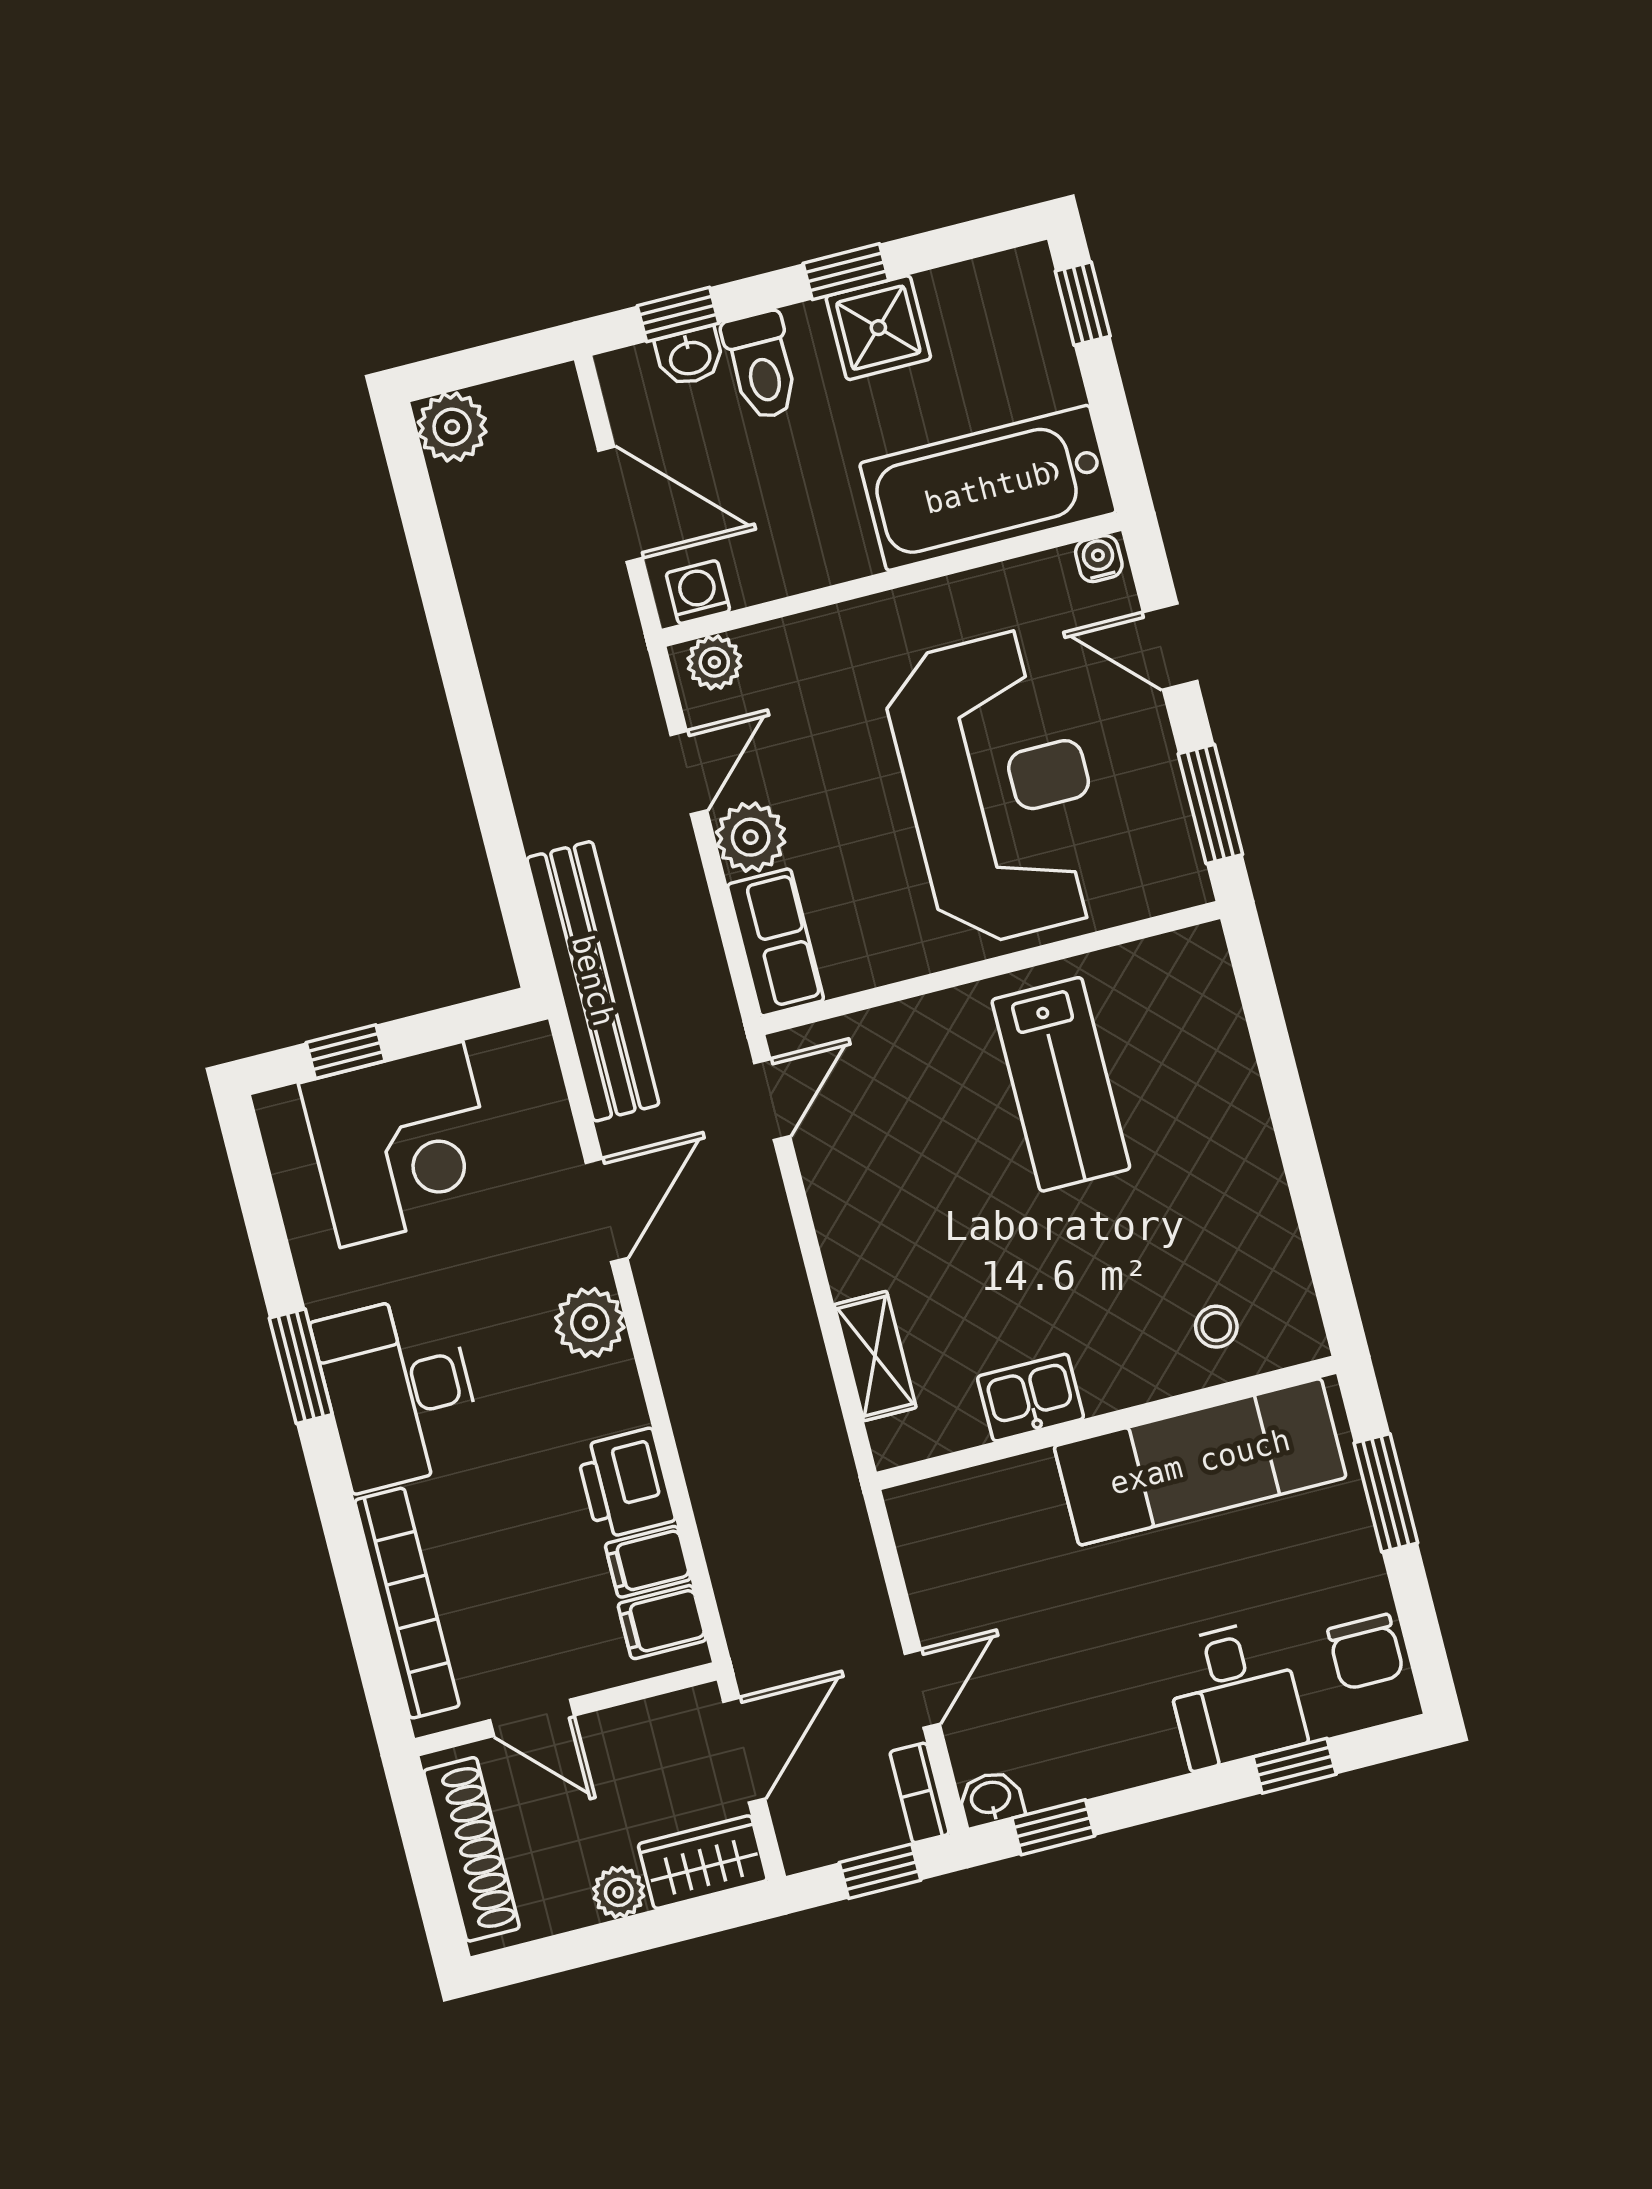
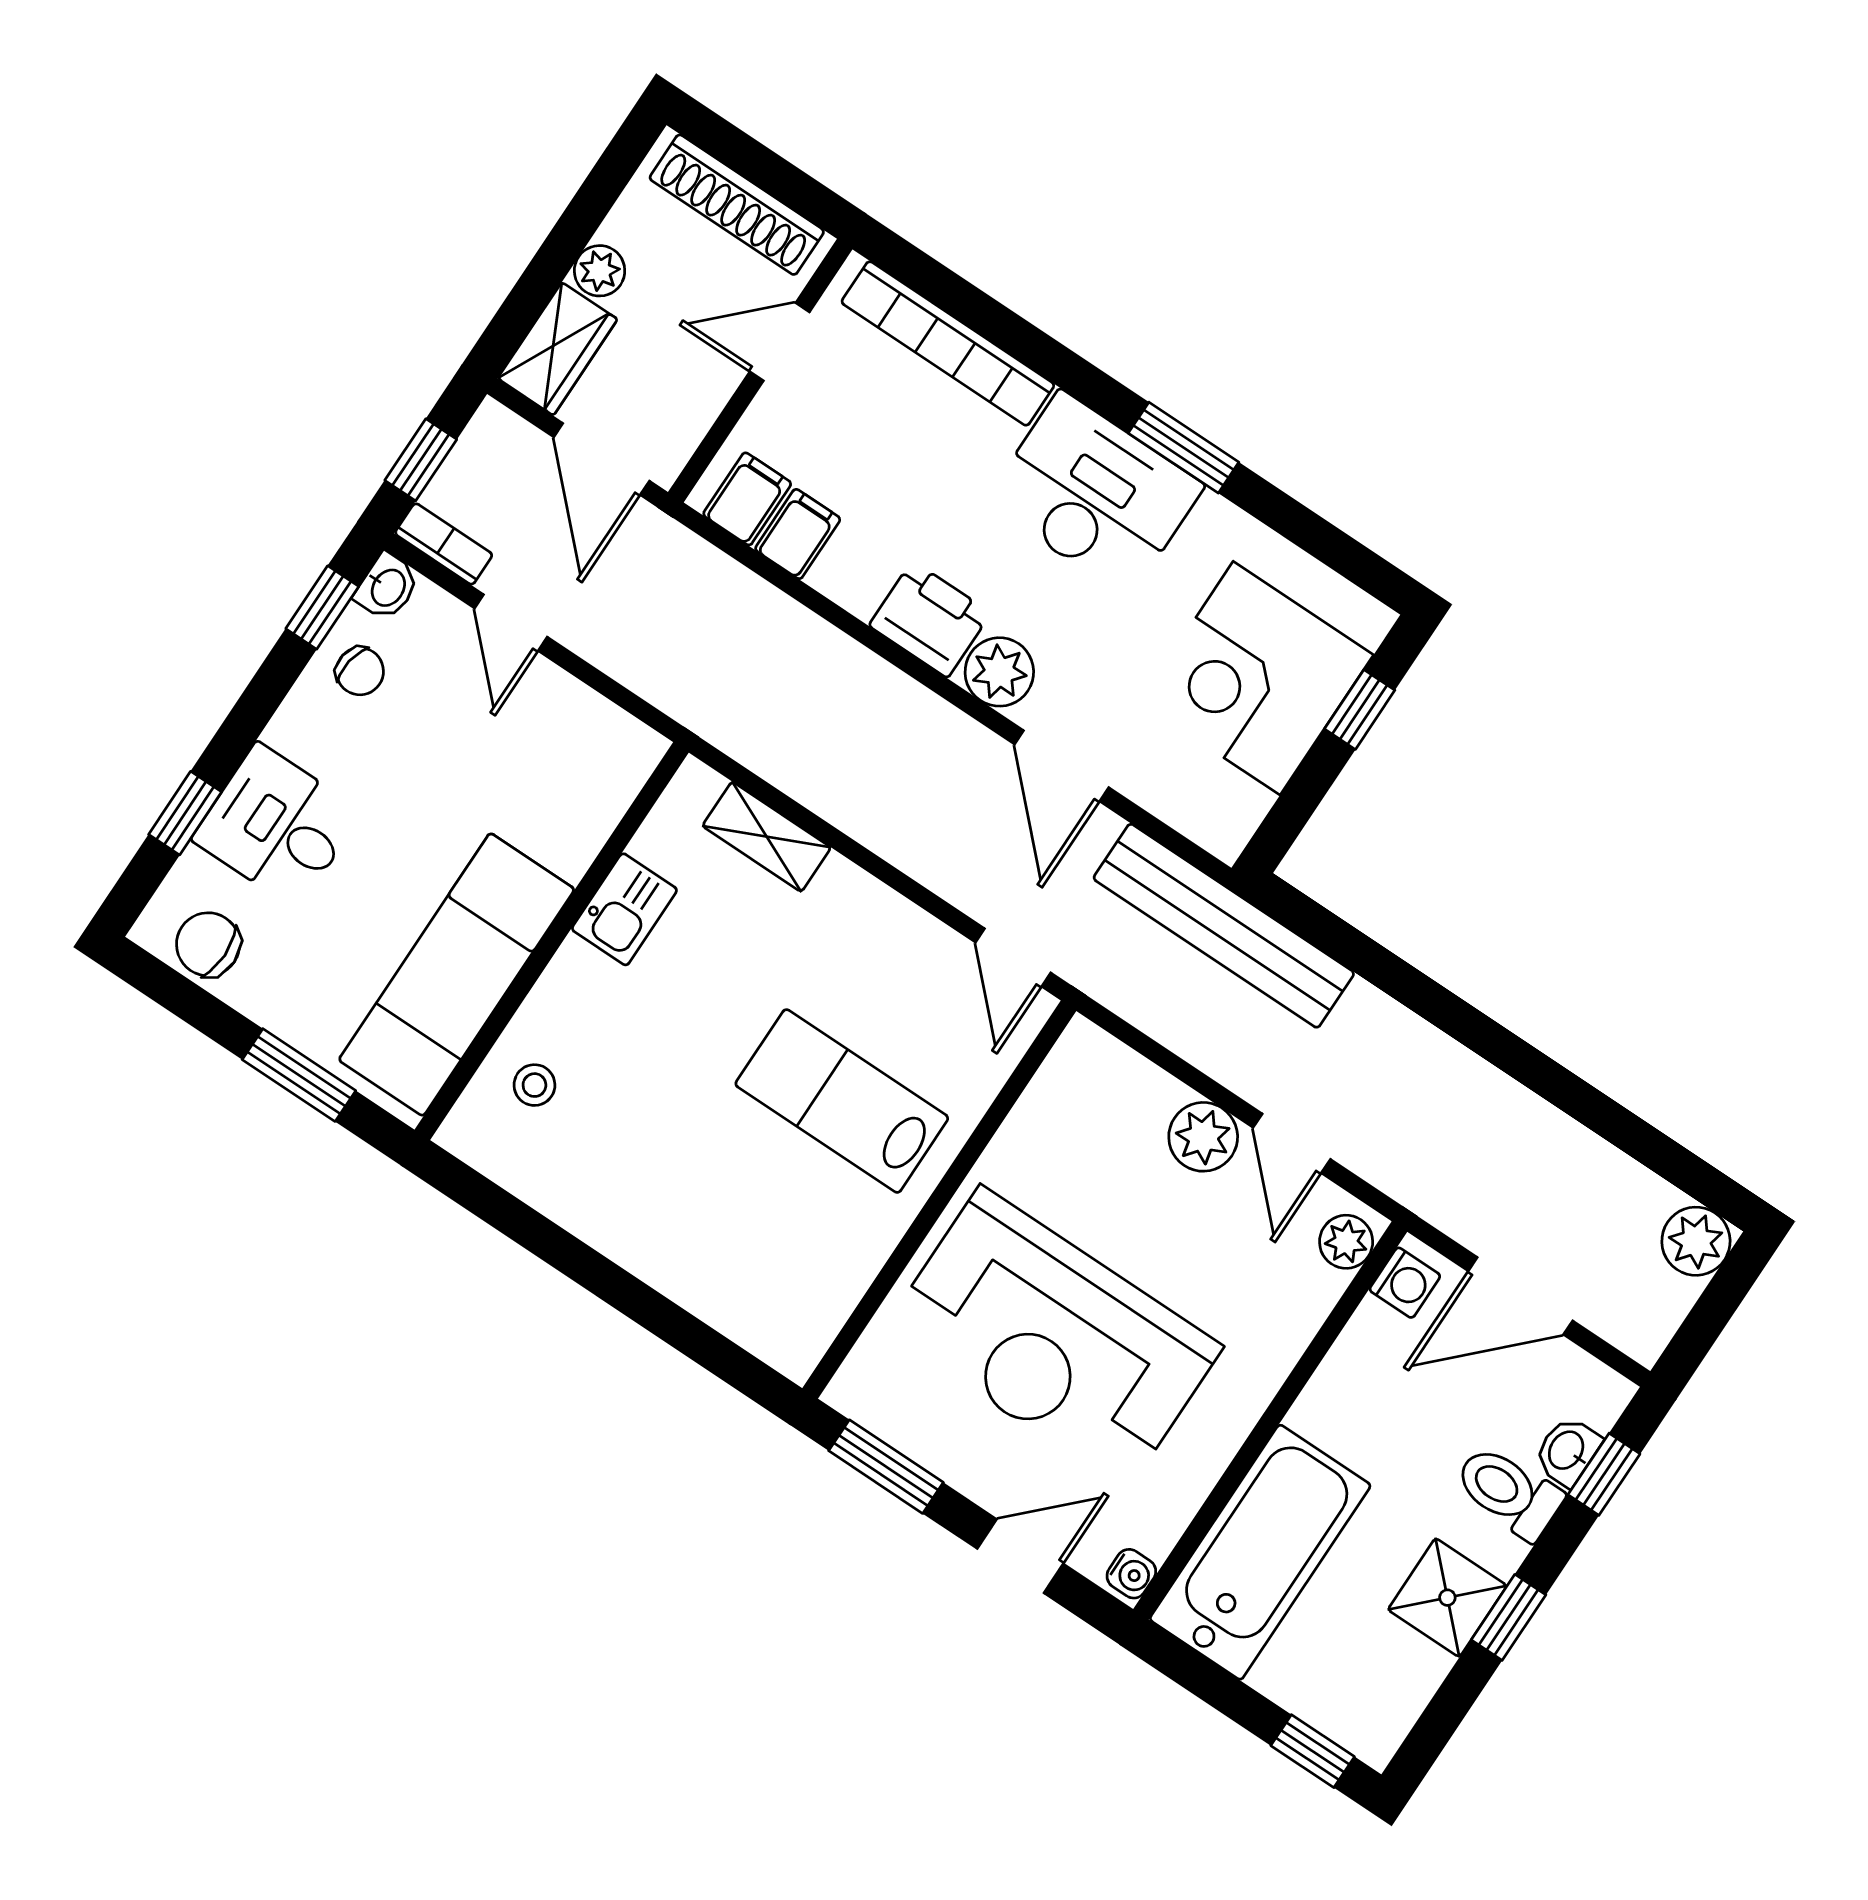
row of seats: (776, 942) -> (1115, 1076), removed
lab bench: (1061, 1084) -> (842, 1101), moved
printer: (625, 1484) -> (930, 619), moved
chair: (1068, 1754) -> (360, 671), added

